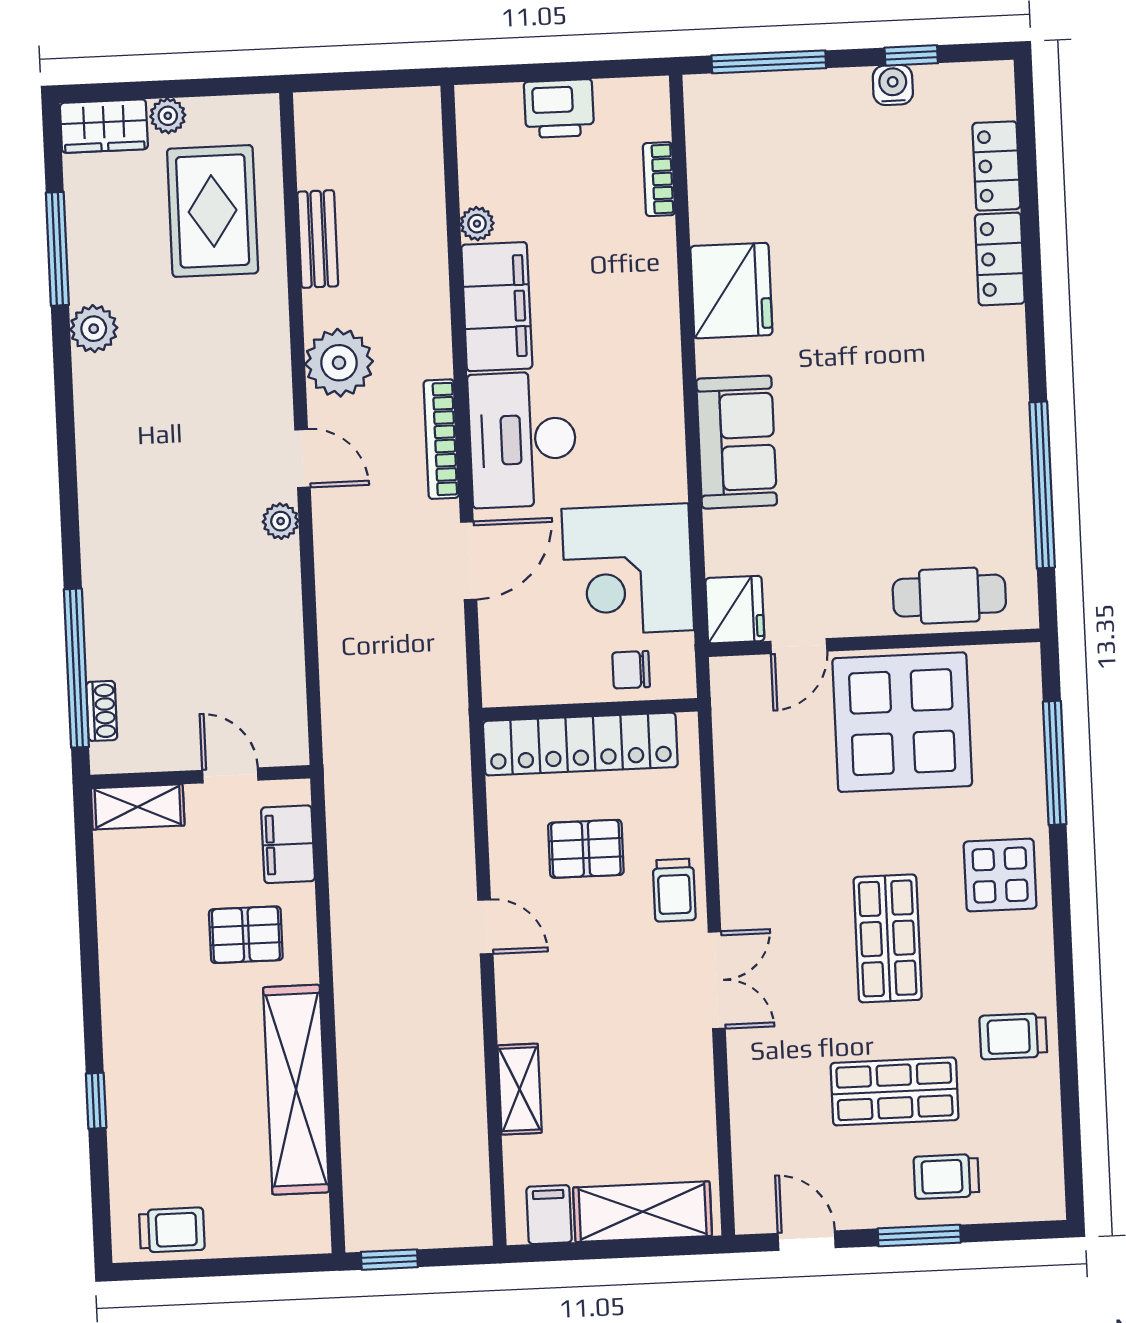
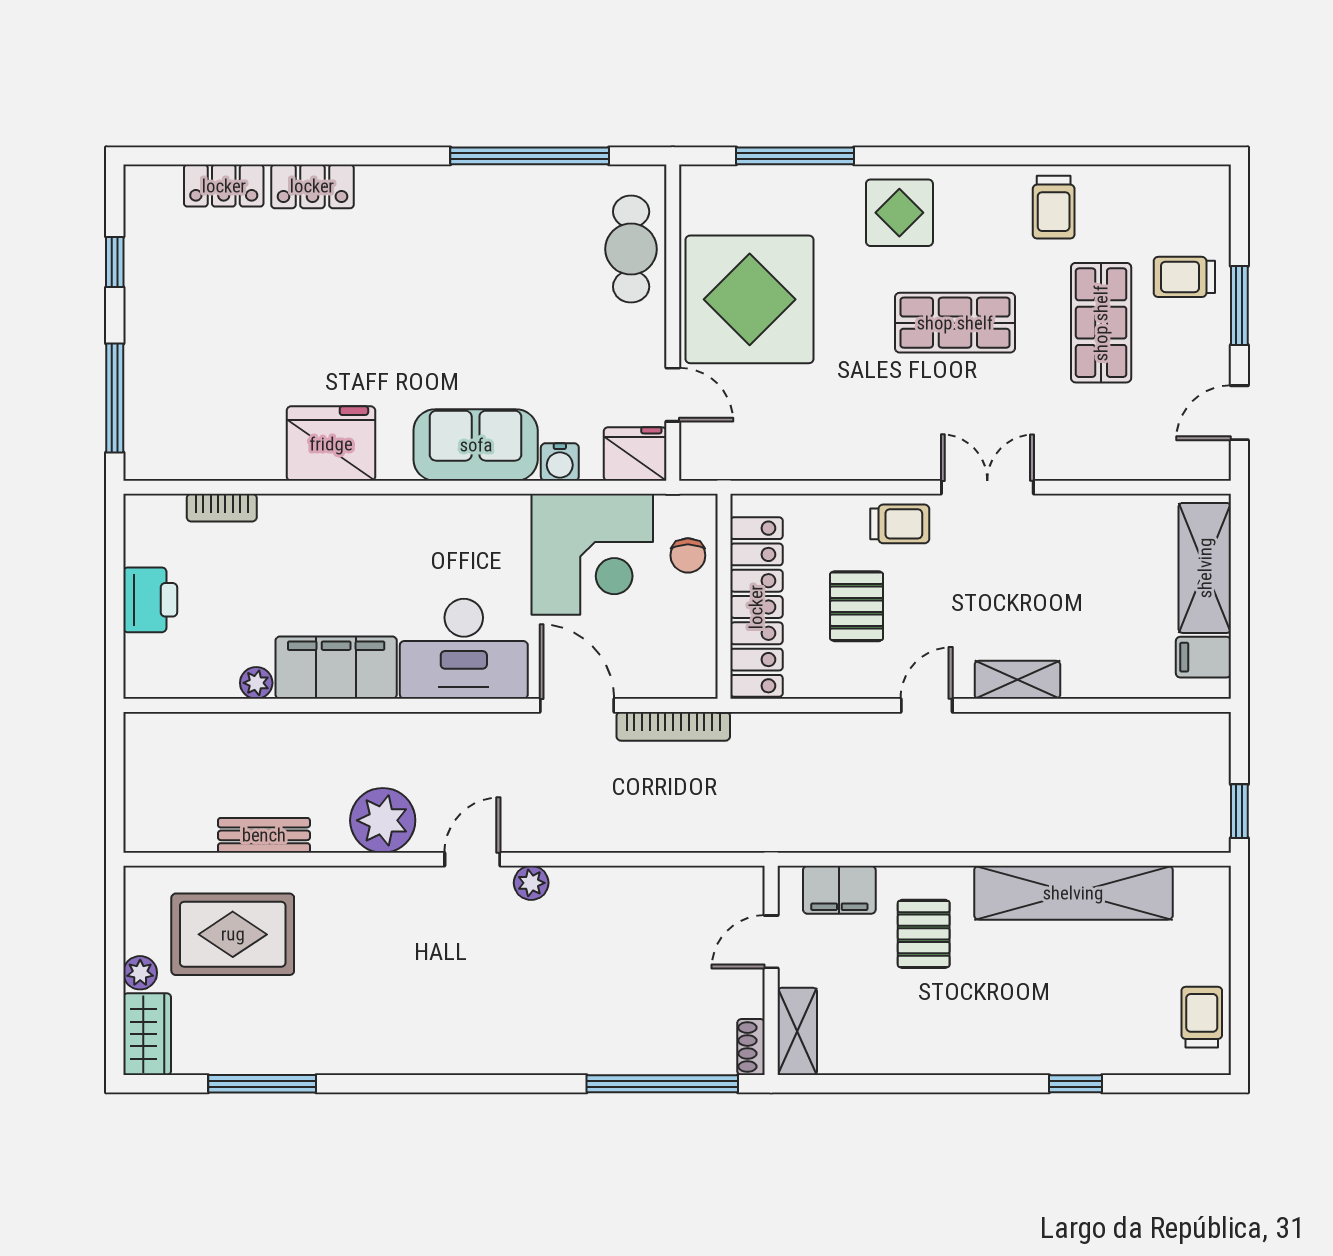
water cooler: (893, 85) -> (560, 462), moved, turned -90
plant: (94, 329) -> (340, 1053), removed
bookcase: (441, 439) -> (673, 726), moved
shoe rack: (102, 711) -> (751, 1047), moved, turned -90
shelving: (520, 1089) -> (1017, 680), moved
trolley: (946, 1176) -> (1184, 277), turned 90

